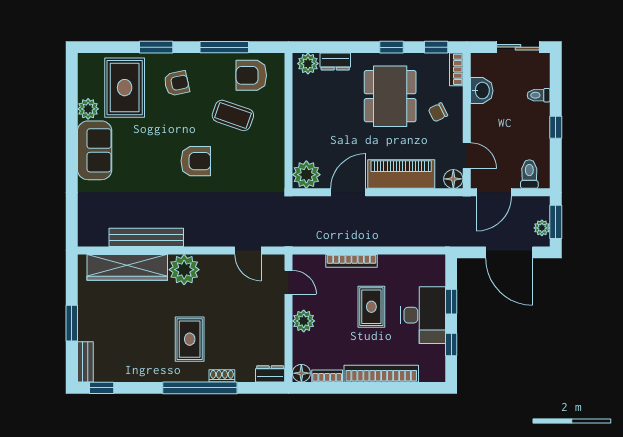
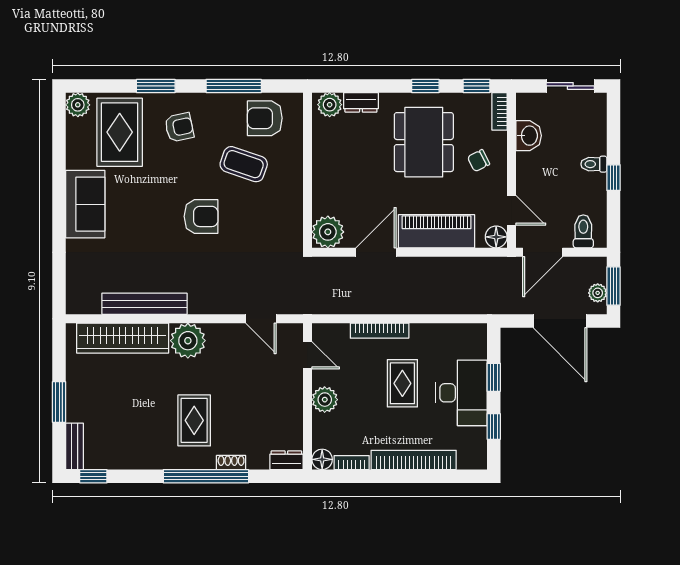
toilet: (539, 95) -> (594, 164), moved
plant: (88, 109) -> (78, 105), moved

